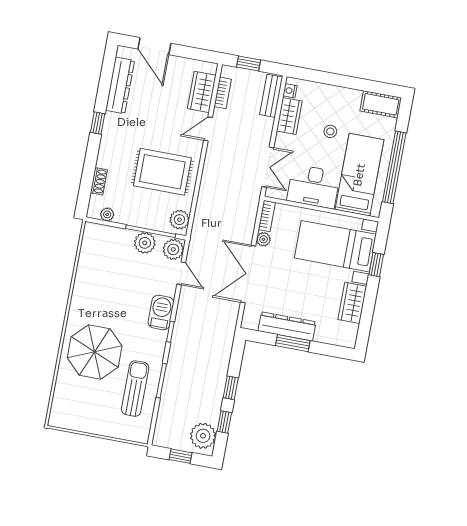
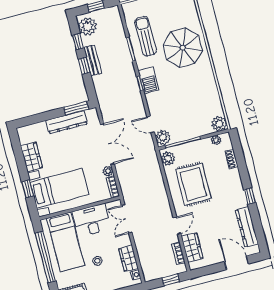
bench: (271, 96) -> (93, 60), moved
rug: (162, 172) -> (193, 184), turned 90
plant: (145, 243) -> (219, 124), moved
barbecue: (161, 313) -> (148, 80), moved
window: (293, 343) -> (76, 108), moved
sun lounger: (135, 389) -> (146, 36), turned 180

